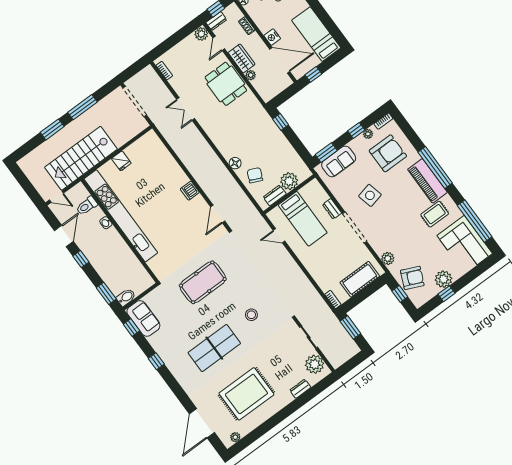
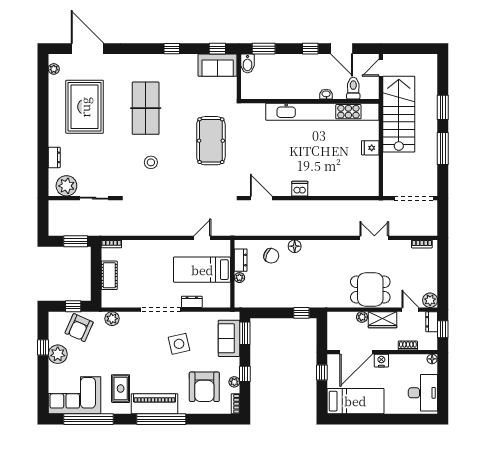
plant: (289, 181) -> (239, 278), width x0.53, depth x0.53
cot: (360, 279) -> (109, 275), width x0.73, depth x0.75

